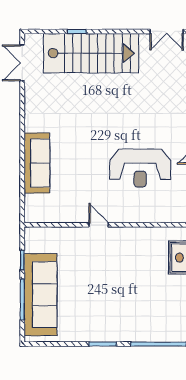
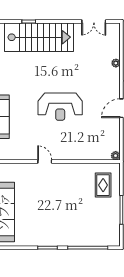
reception desk: (140, 168) -> (60, 107), moved

